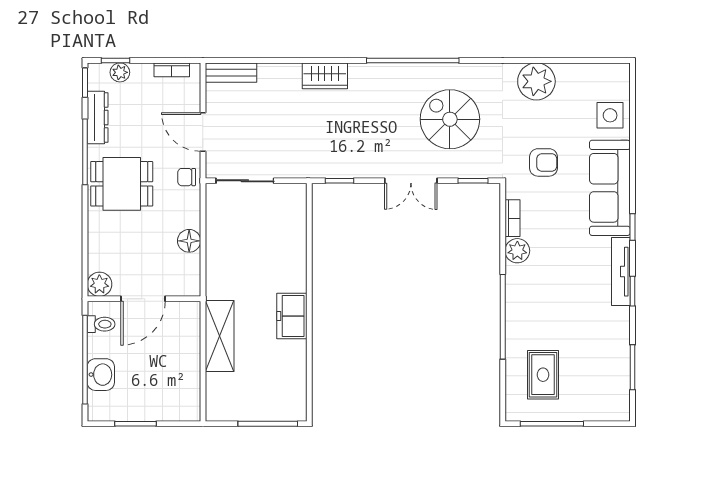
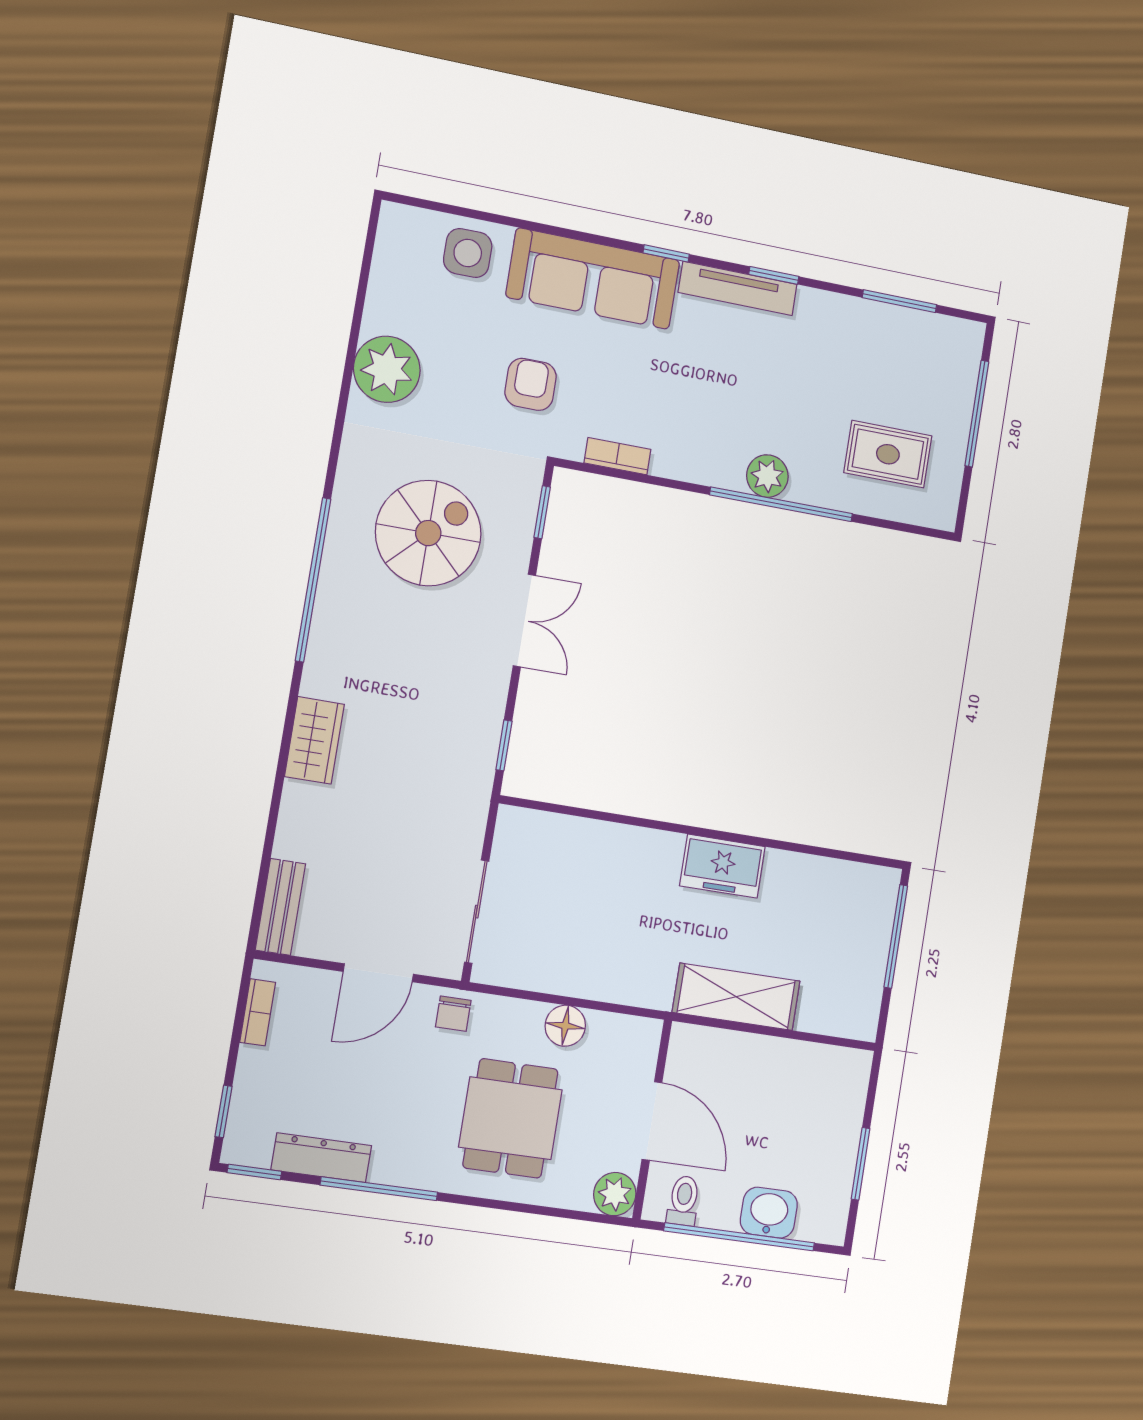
plant: (120, 72) -> (247, 1106), removed
spiral stairs: (450, 119) -> (428, 533), turned 180
dining table: (122, 184) -> (510, 1118), moved
plant: (517, 251) -> (767, 476), moved
window: (552, 424) -> (977, 414), moved

